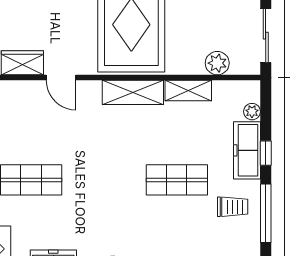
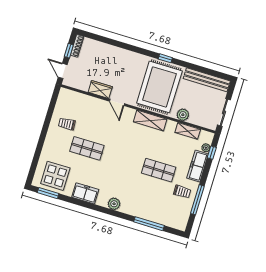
plant: (217, 63) -> (183, 115), moved
shelving: (188, 91) -> (188, 131), moved
window: (266, 153) -> (212, 153), moved

